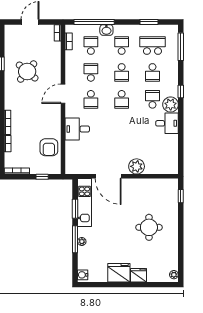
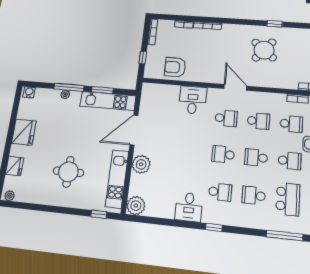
window: (181, 91) -> (214, 227), moved
school desk: (91, 99) -> (226, 118), turned 180
plant: (171, 105) -> (136, 206), moved
kitchen unit: (151, 185) -> (117, 179), added
fridge: (139, 275) -> (15, 166), moved

